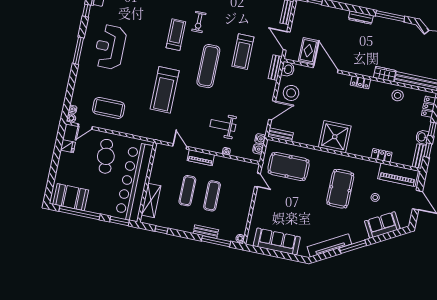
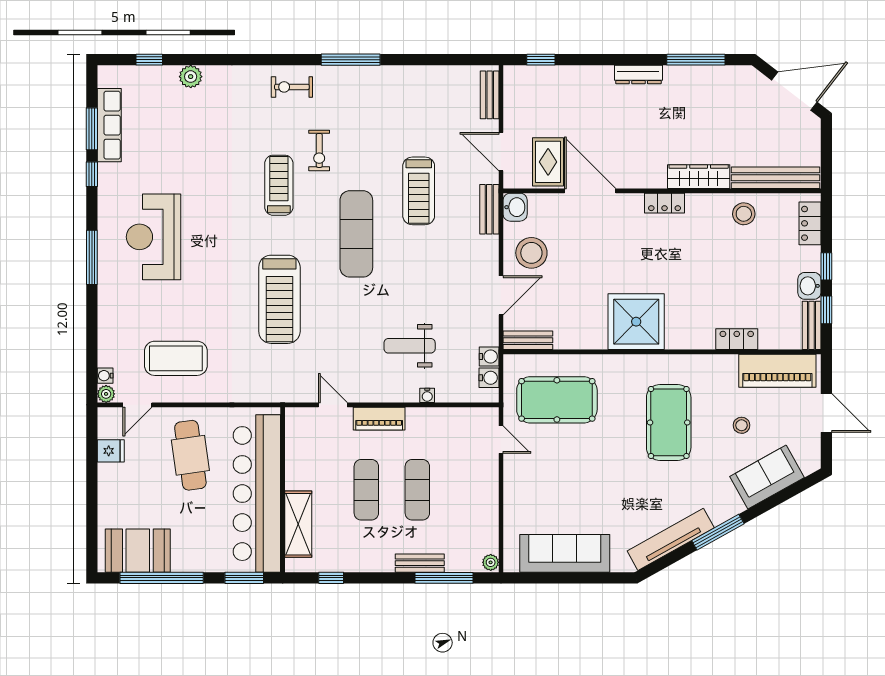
wardrobe: (385, 74) -> (699, 177), width x1.50

